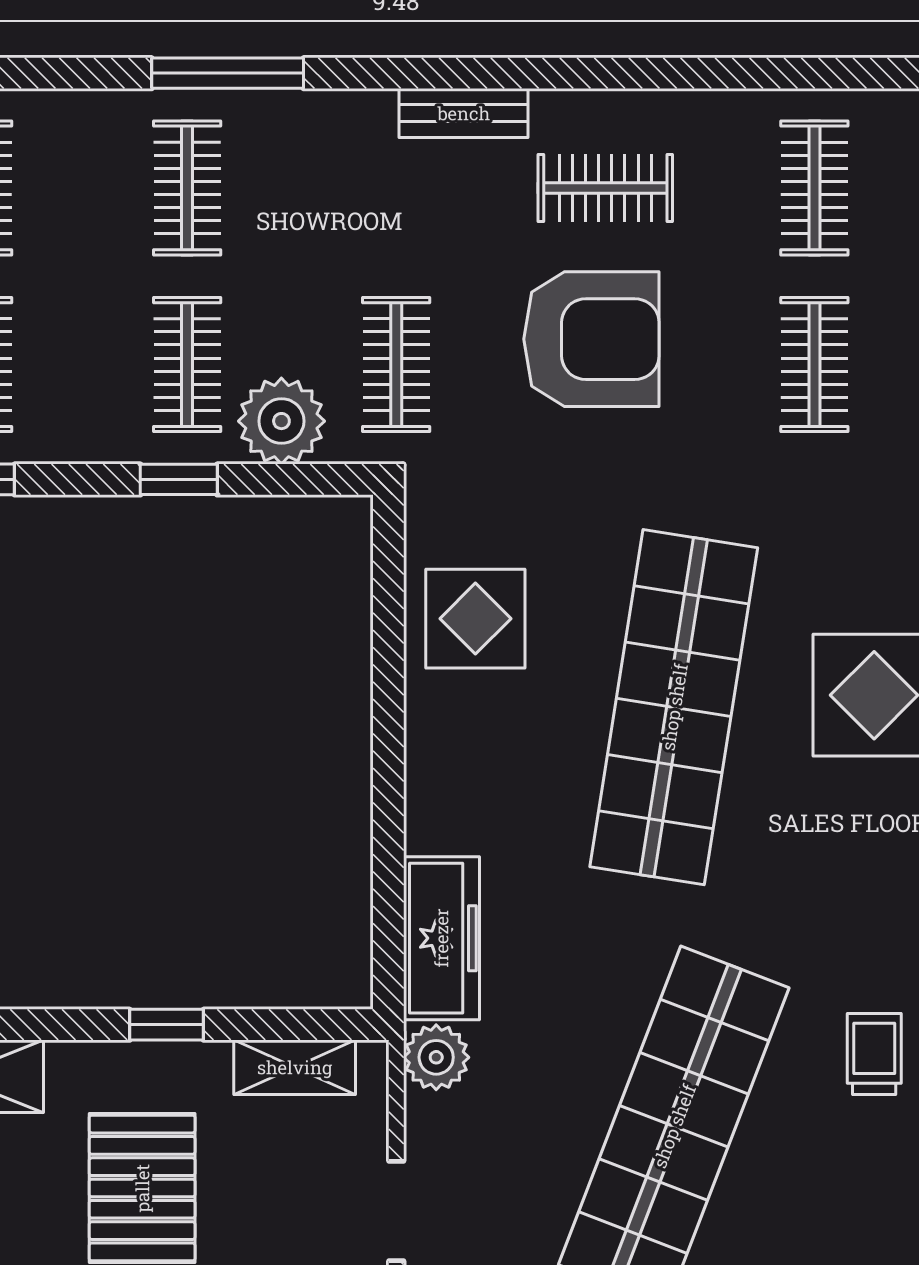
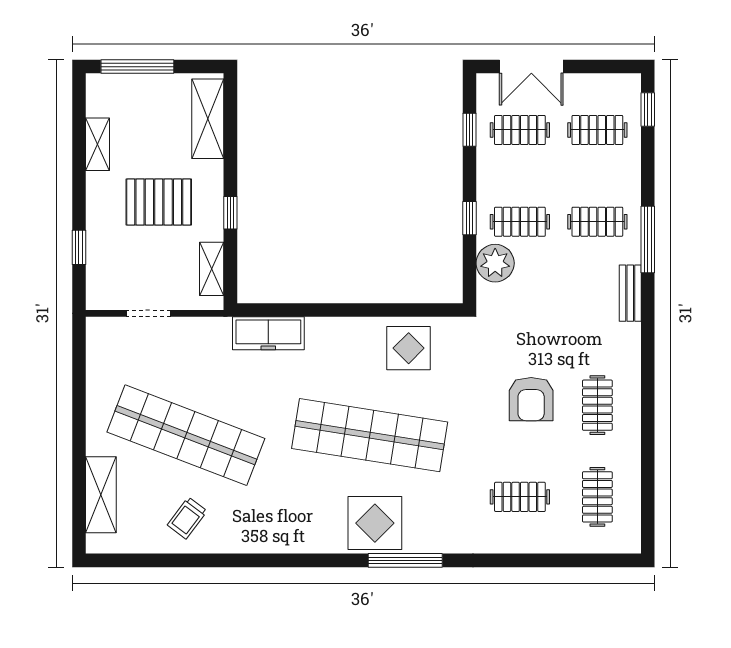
bench: (464, 113) -> (630, 293), moved
clothes rail: (814, 188) -> (597, 497), turned 90
armchair: (591, 339) -> (531, 399), width x0.73, depth x0.73
clothes rail: (396, 365) -> (520, 313), removed
trolley: (874, 1054) -> (187, 518), moved, turned 127
plant: (436, 1057) -> (216, 331), removed

